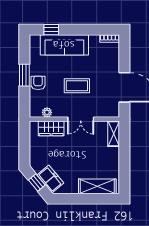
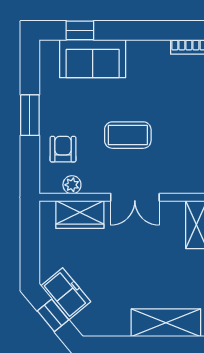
sofa: (64, 45) -> (93, 59), width x0.73
armchair: (38, 83) -> (63, 149), moved
freezer: (50, 179) -> (66, 294), moved

